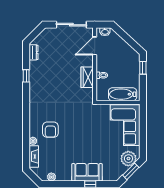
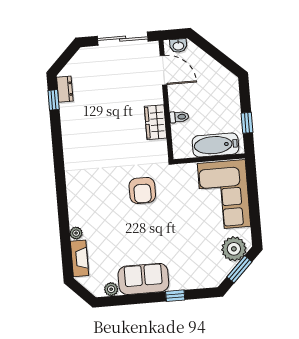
door: (95, 46) -> (163, 70), swing flipped
window: (143, 68) -> (247, 123), moved
window: (26, 76) -> (54, 100), moved
armchair: (50, 130) -> (142, 190), moved
sofa: (87, 172) -> (143, 279), moved

